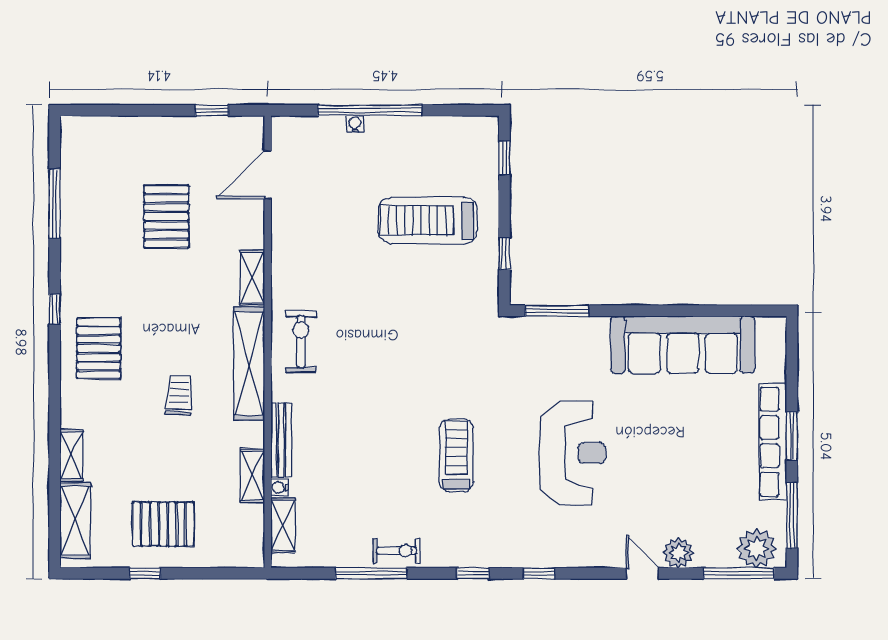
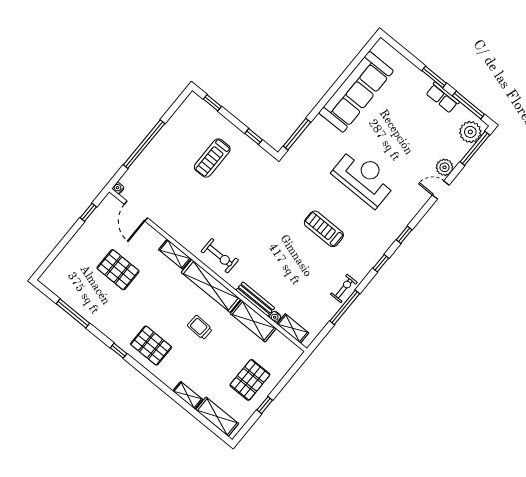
water cooler: (355, 124) -> (118, 188), moved
treadmill: (428, 220) -> (212, 158), width x0.73, depth x0.73
exercise bike: (301, 342) -> (220, 256), turned 180
row of seats: (773, 442) -> (443, 98), width x0.50
shelving: (252, 476) -> (253, 321), width x1.50, depth x1.33

